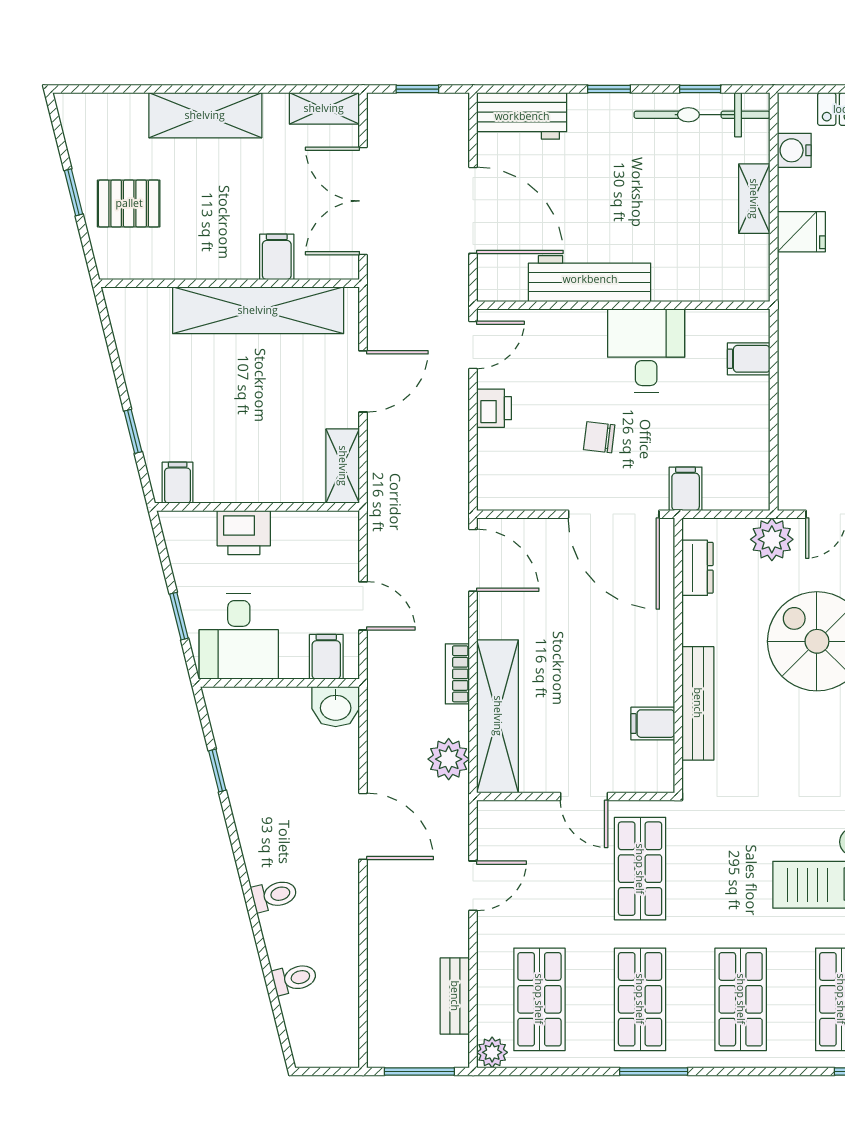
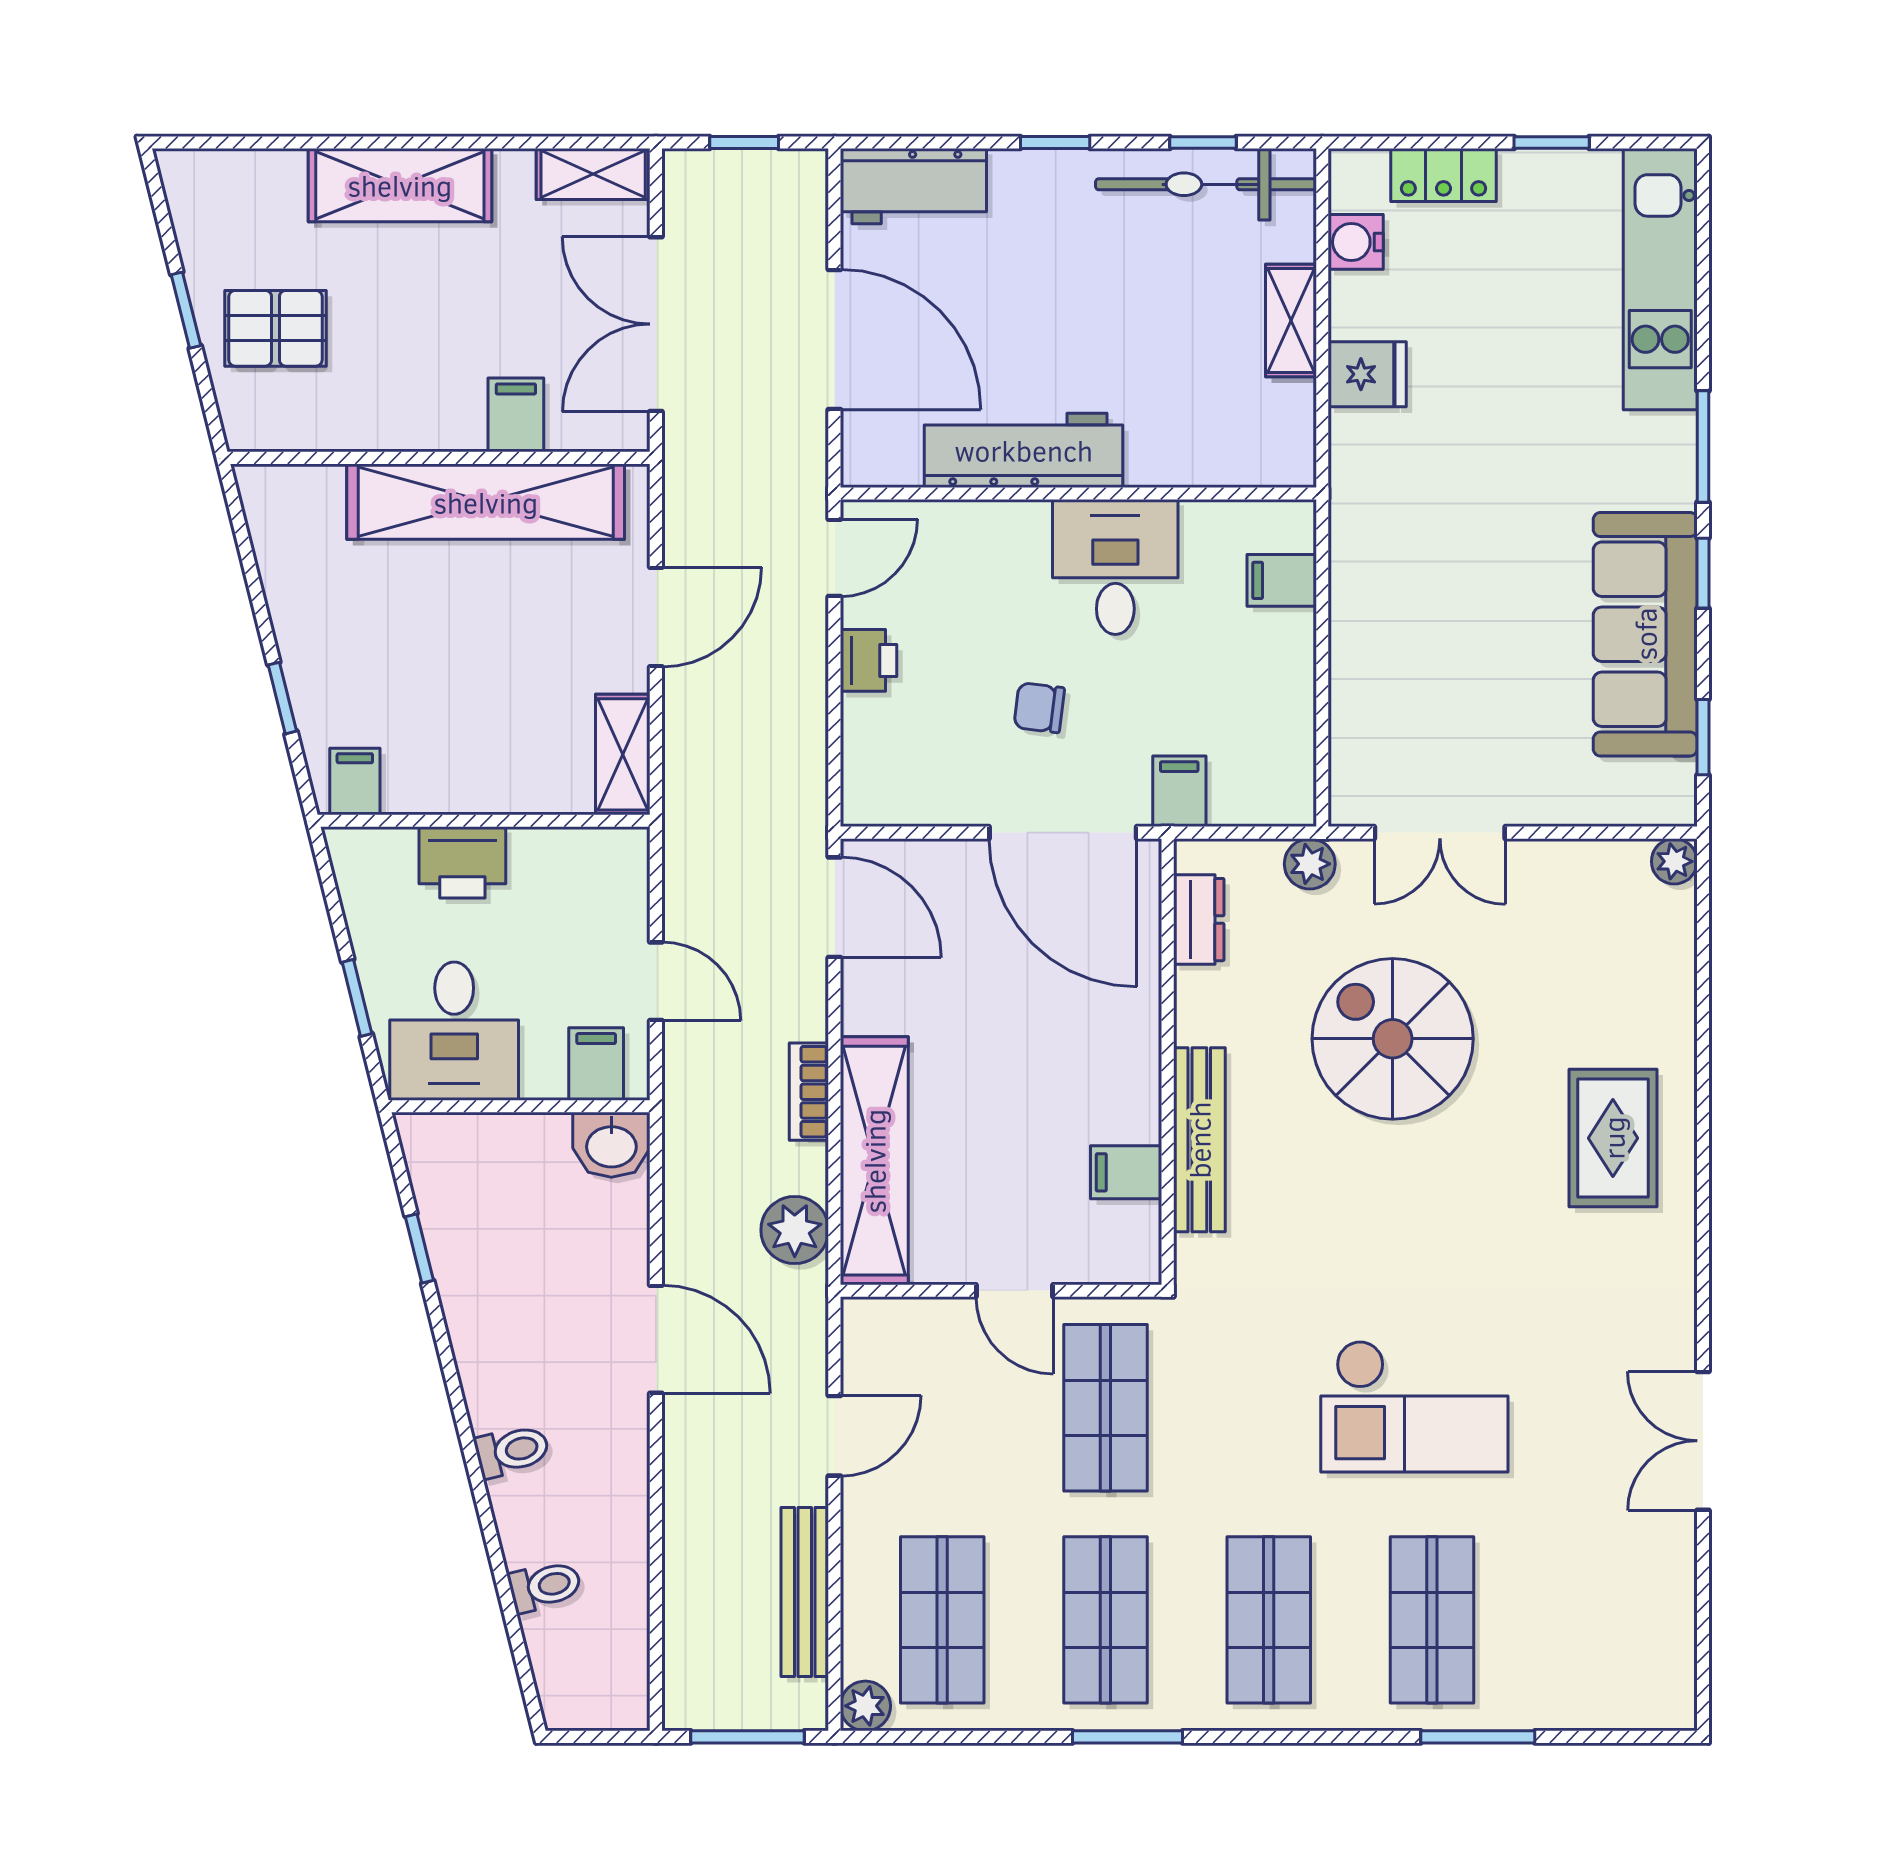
plant: (772, 539) -> (1310, 864), width x0.73, depth x0.73
bench: (455, 996) -> (805, 1592), width x1.36

